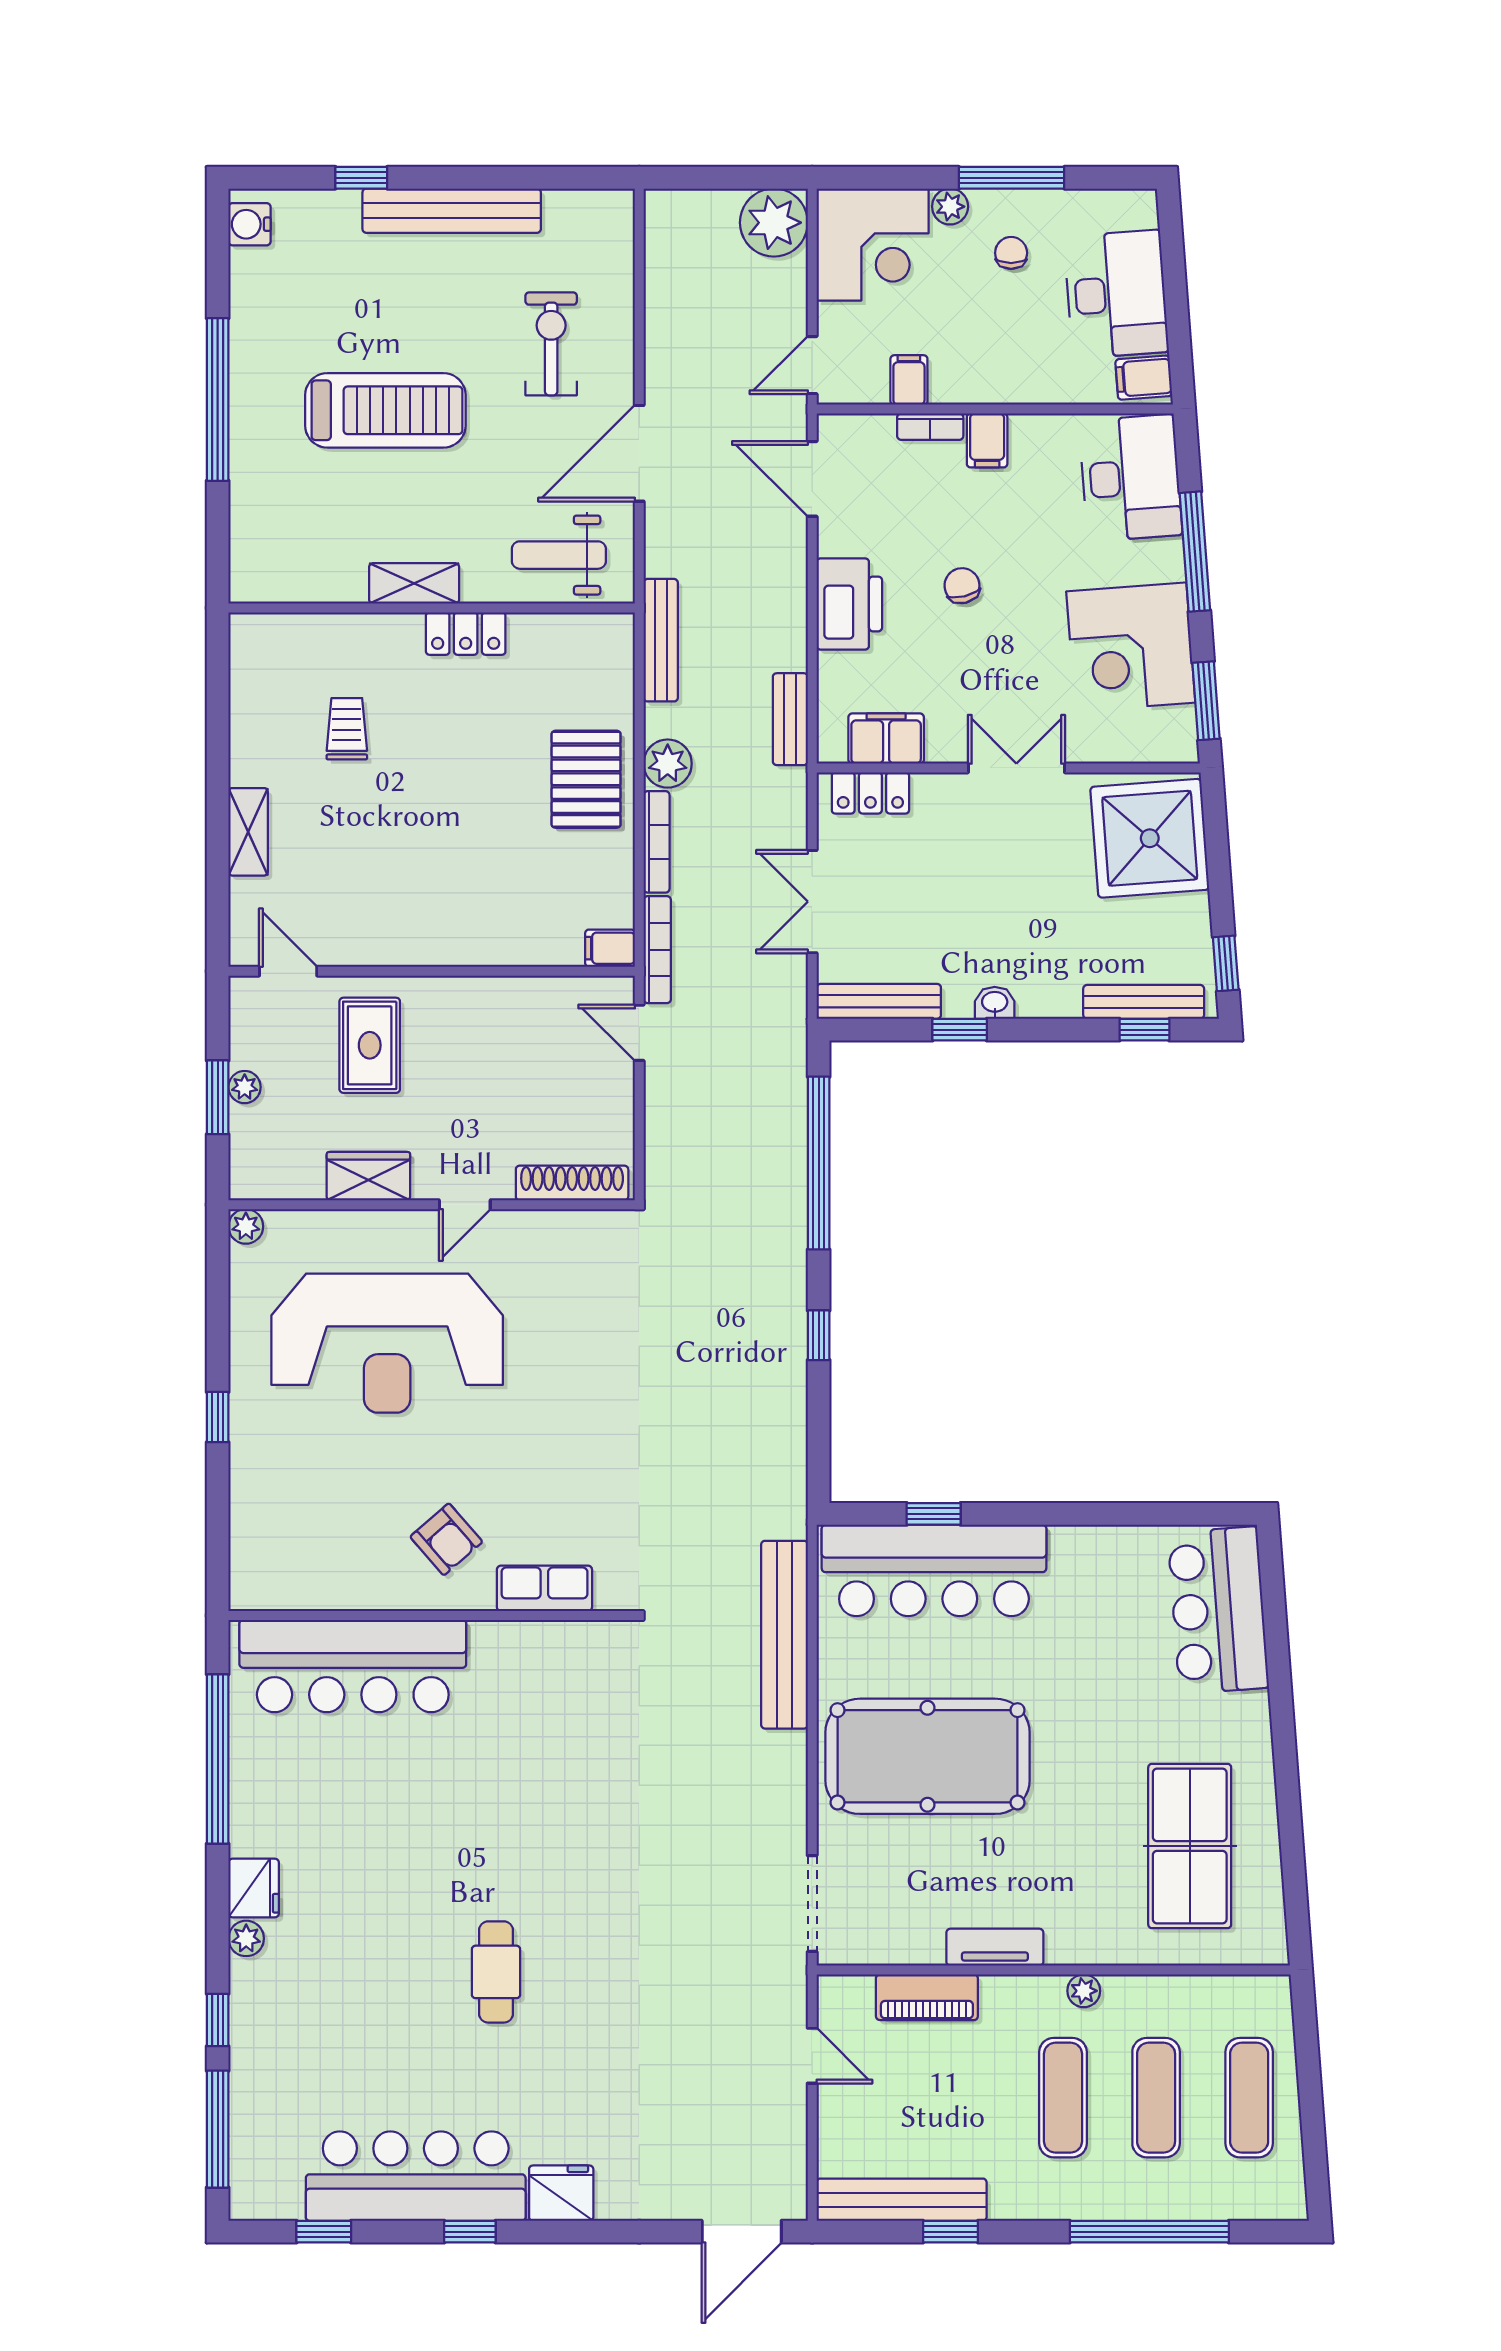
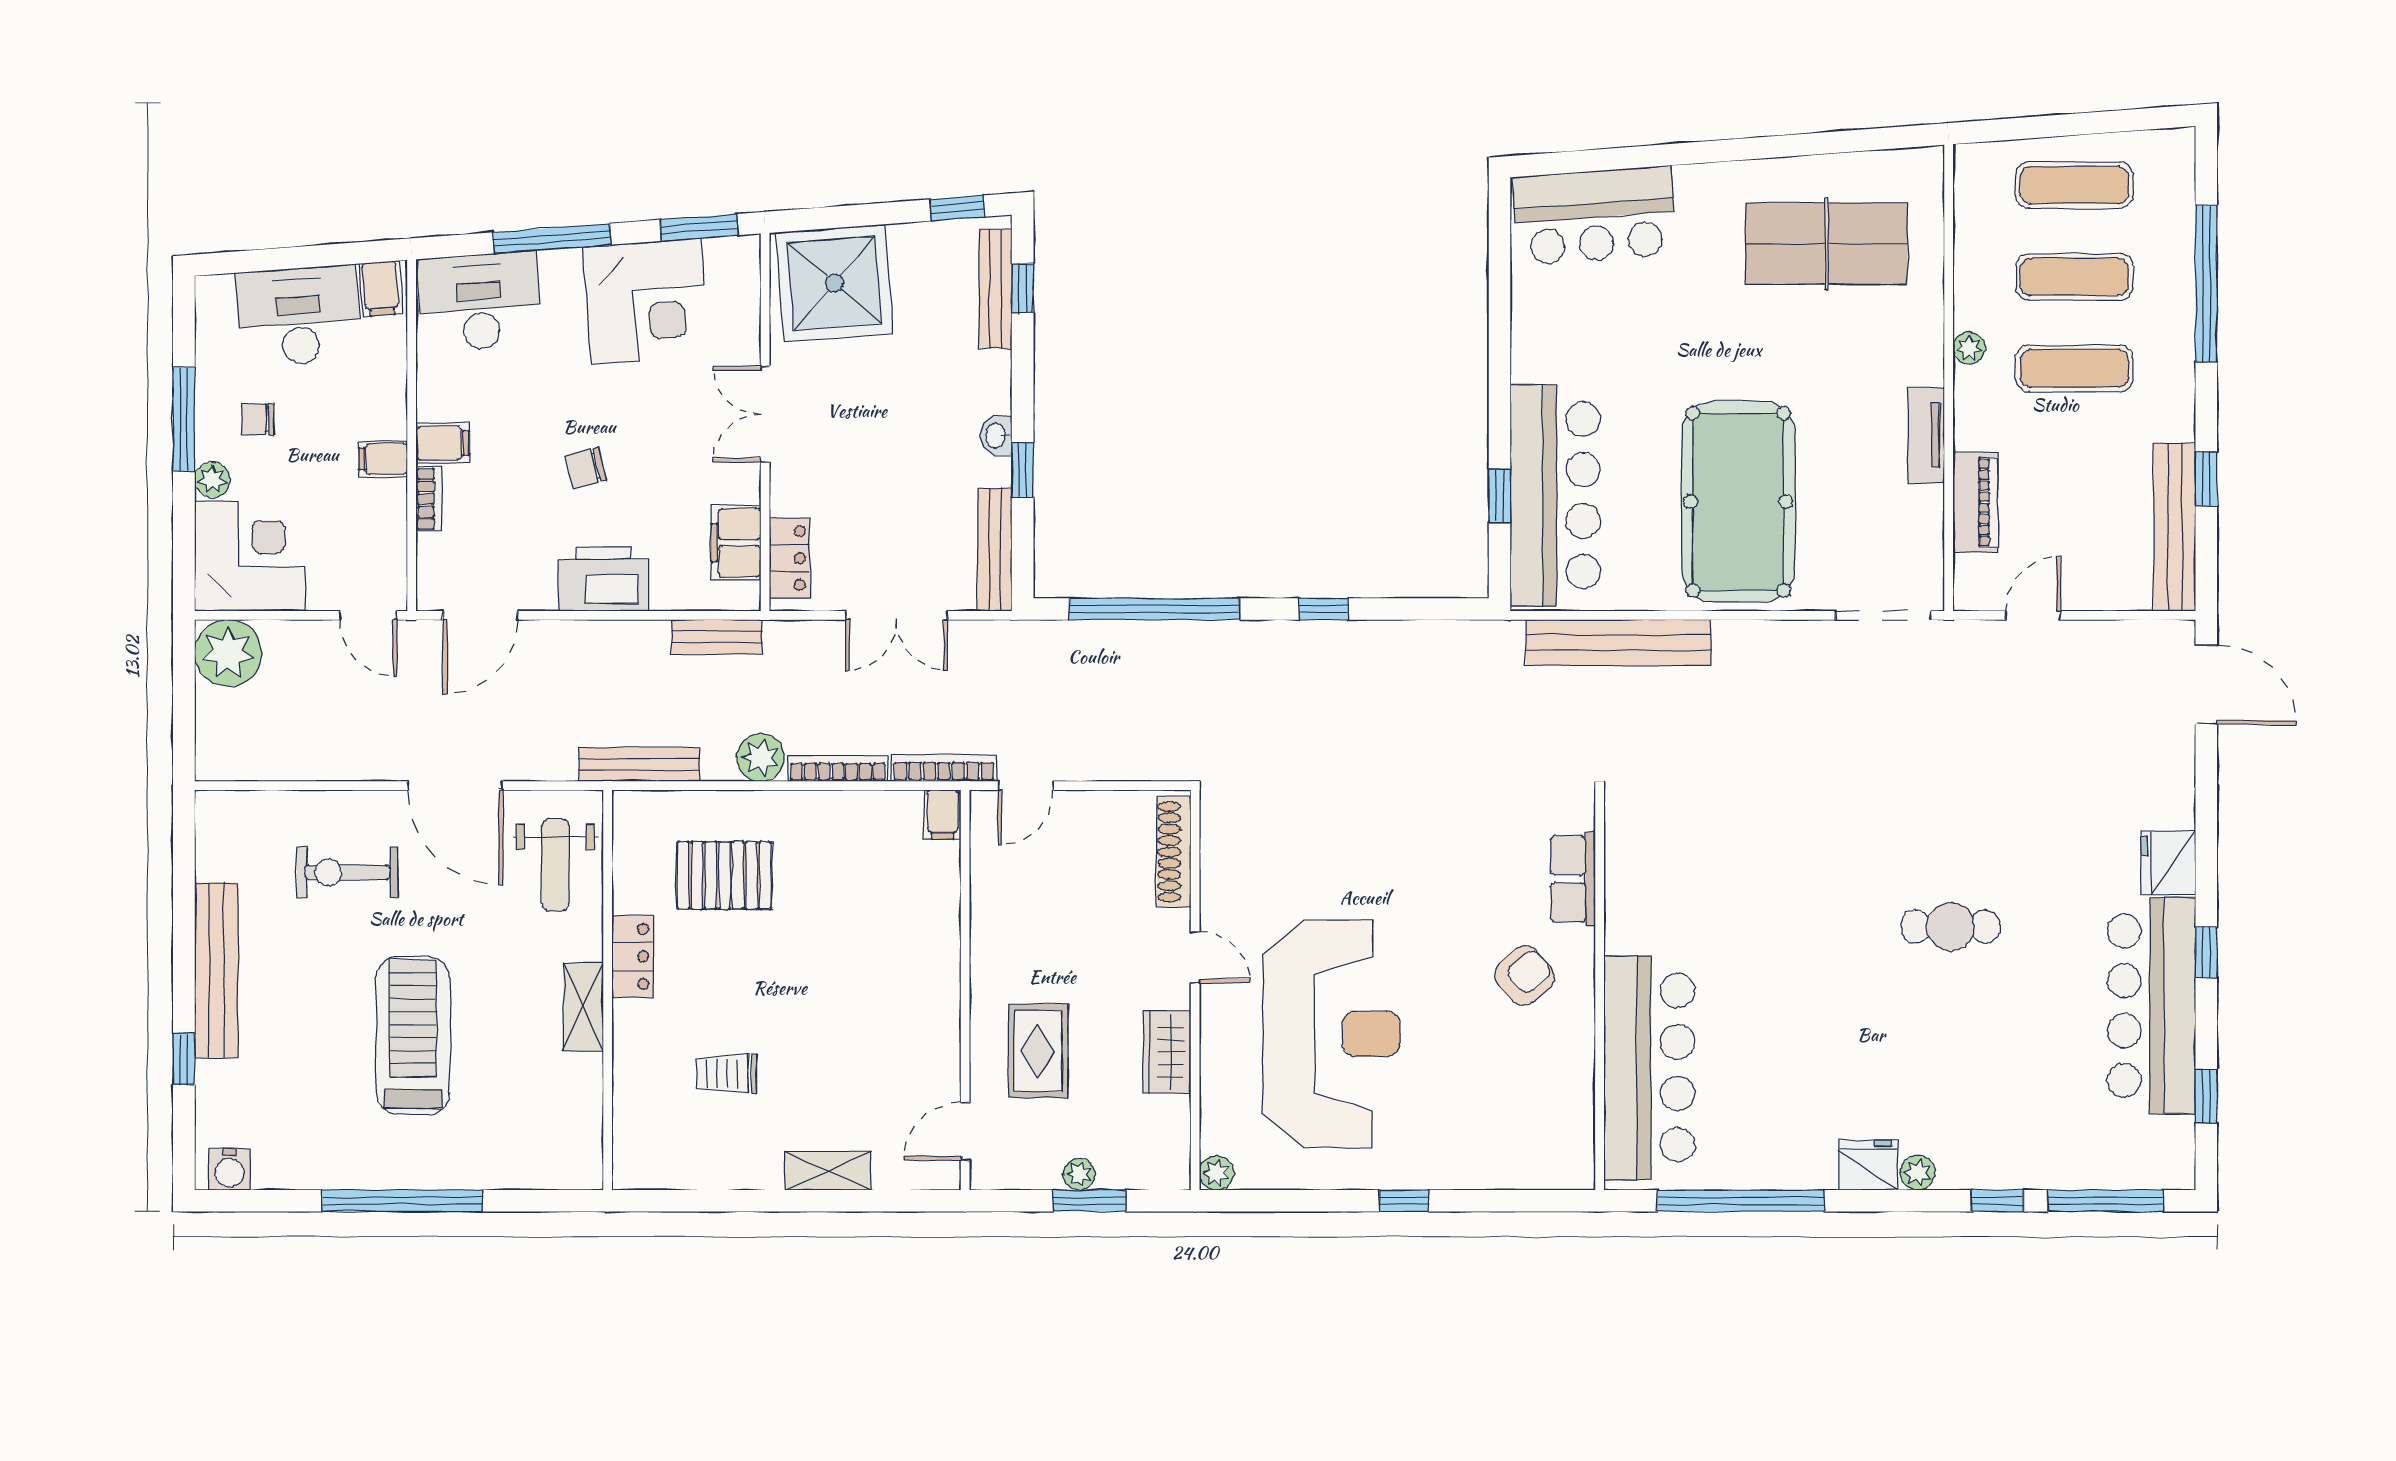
filing cabinet: (909, 380) -> (383, 459), moved
pallet: (586, 779) -> (724, 875), moved
rug: (370, 1045) -> (1038, 1051), turned 90

